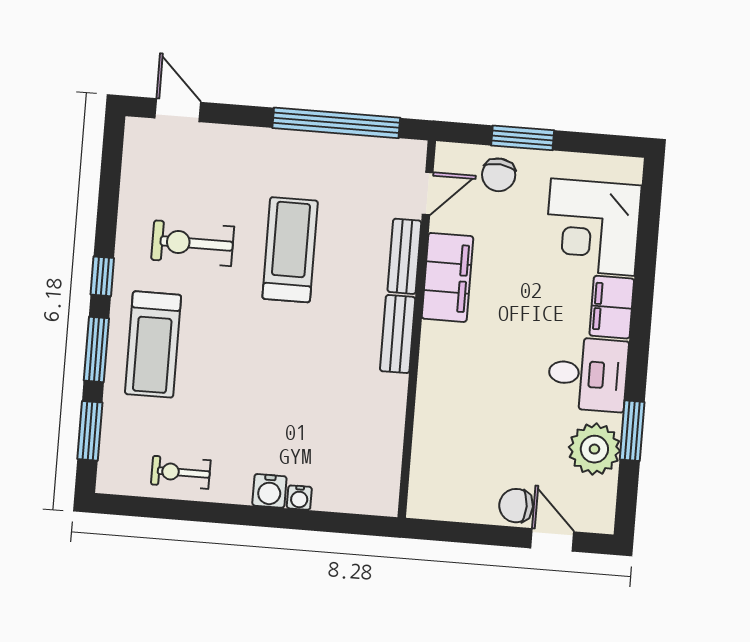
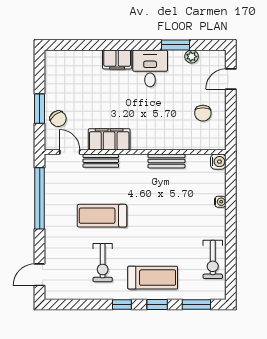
chair: (499, 175) -> (58, 119), turned 48
corner desk: (593, 227) -> (79, 72), removed
bench: (398, 334) -> (166, 161), moved
window: (96, 349) -> (157, 305), width x0.67
plant: (594, 449) -> (192, 57), width x0.53, depth x0.53
exercise bike: (181, 472) -> (213, 259), width x1.38, depth x1.39
water cooler: (269, 491) -> (218, 162), moved
chair: (516, 506) -> (203, 113), moved

